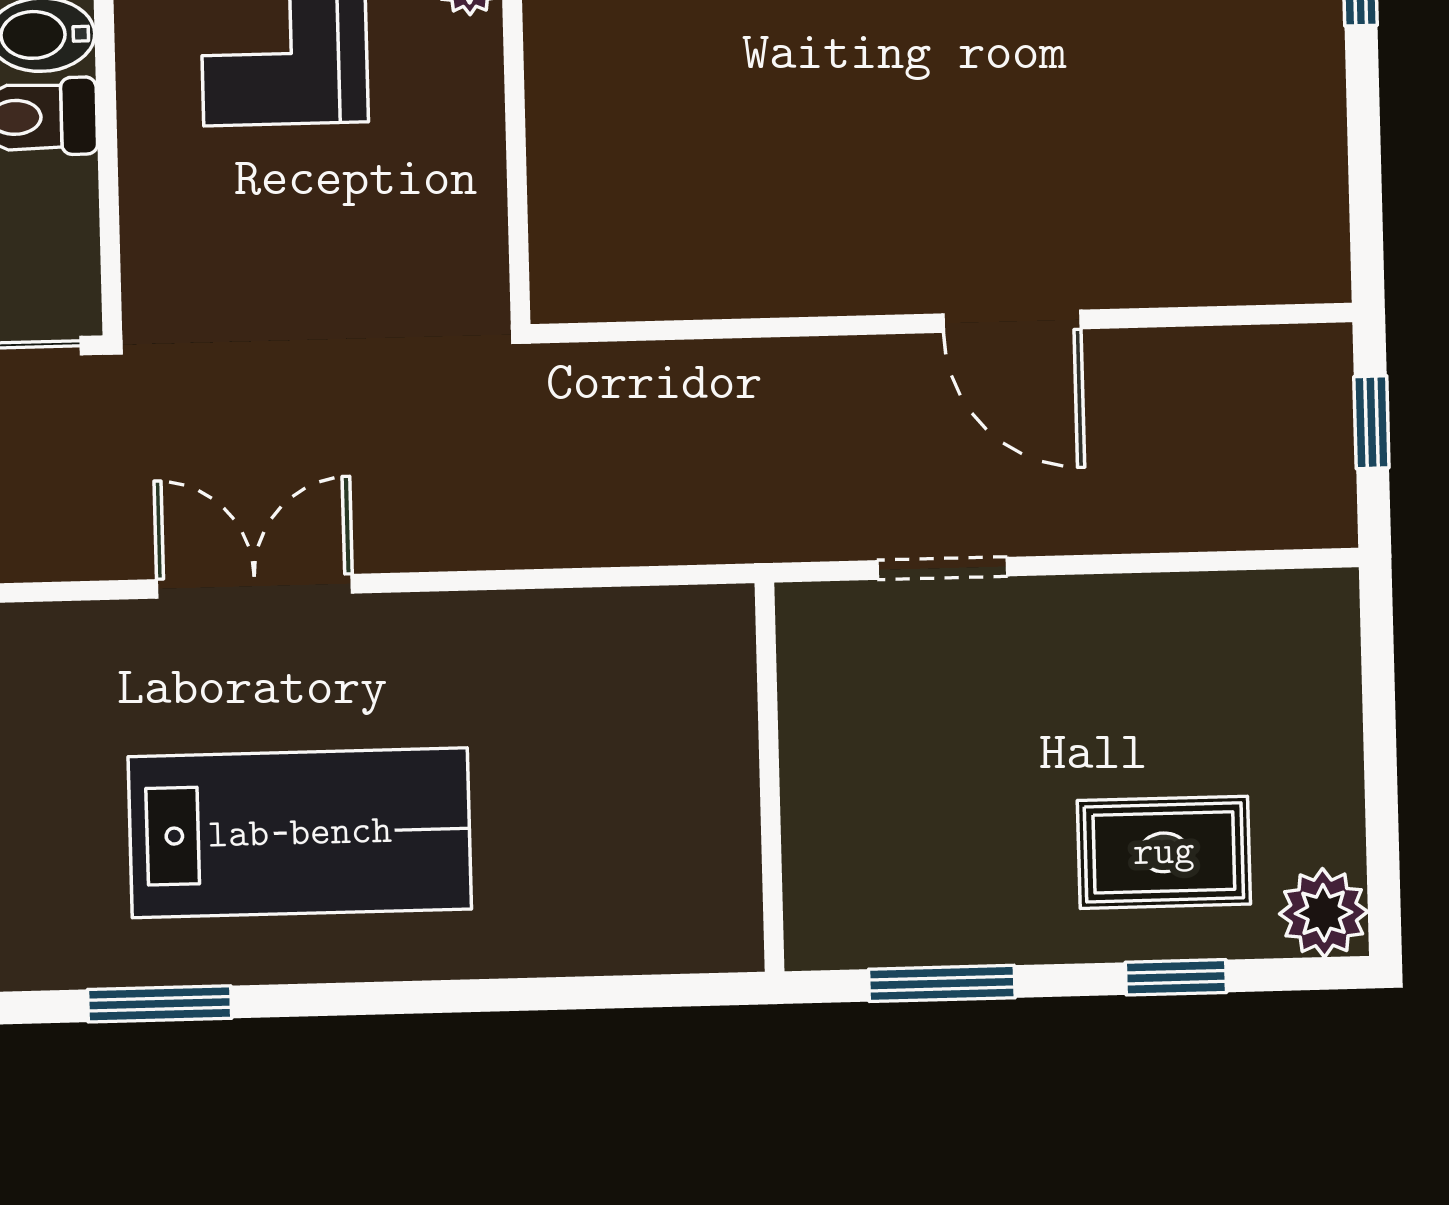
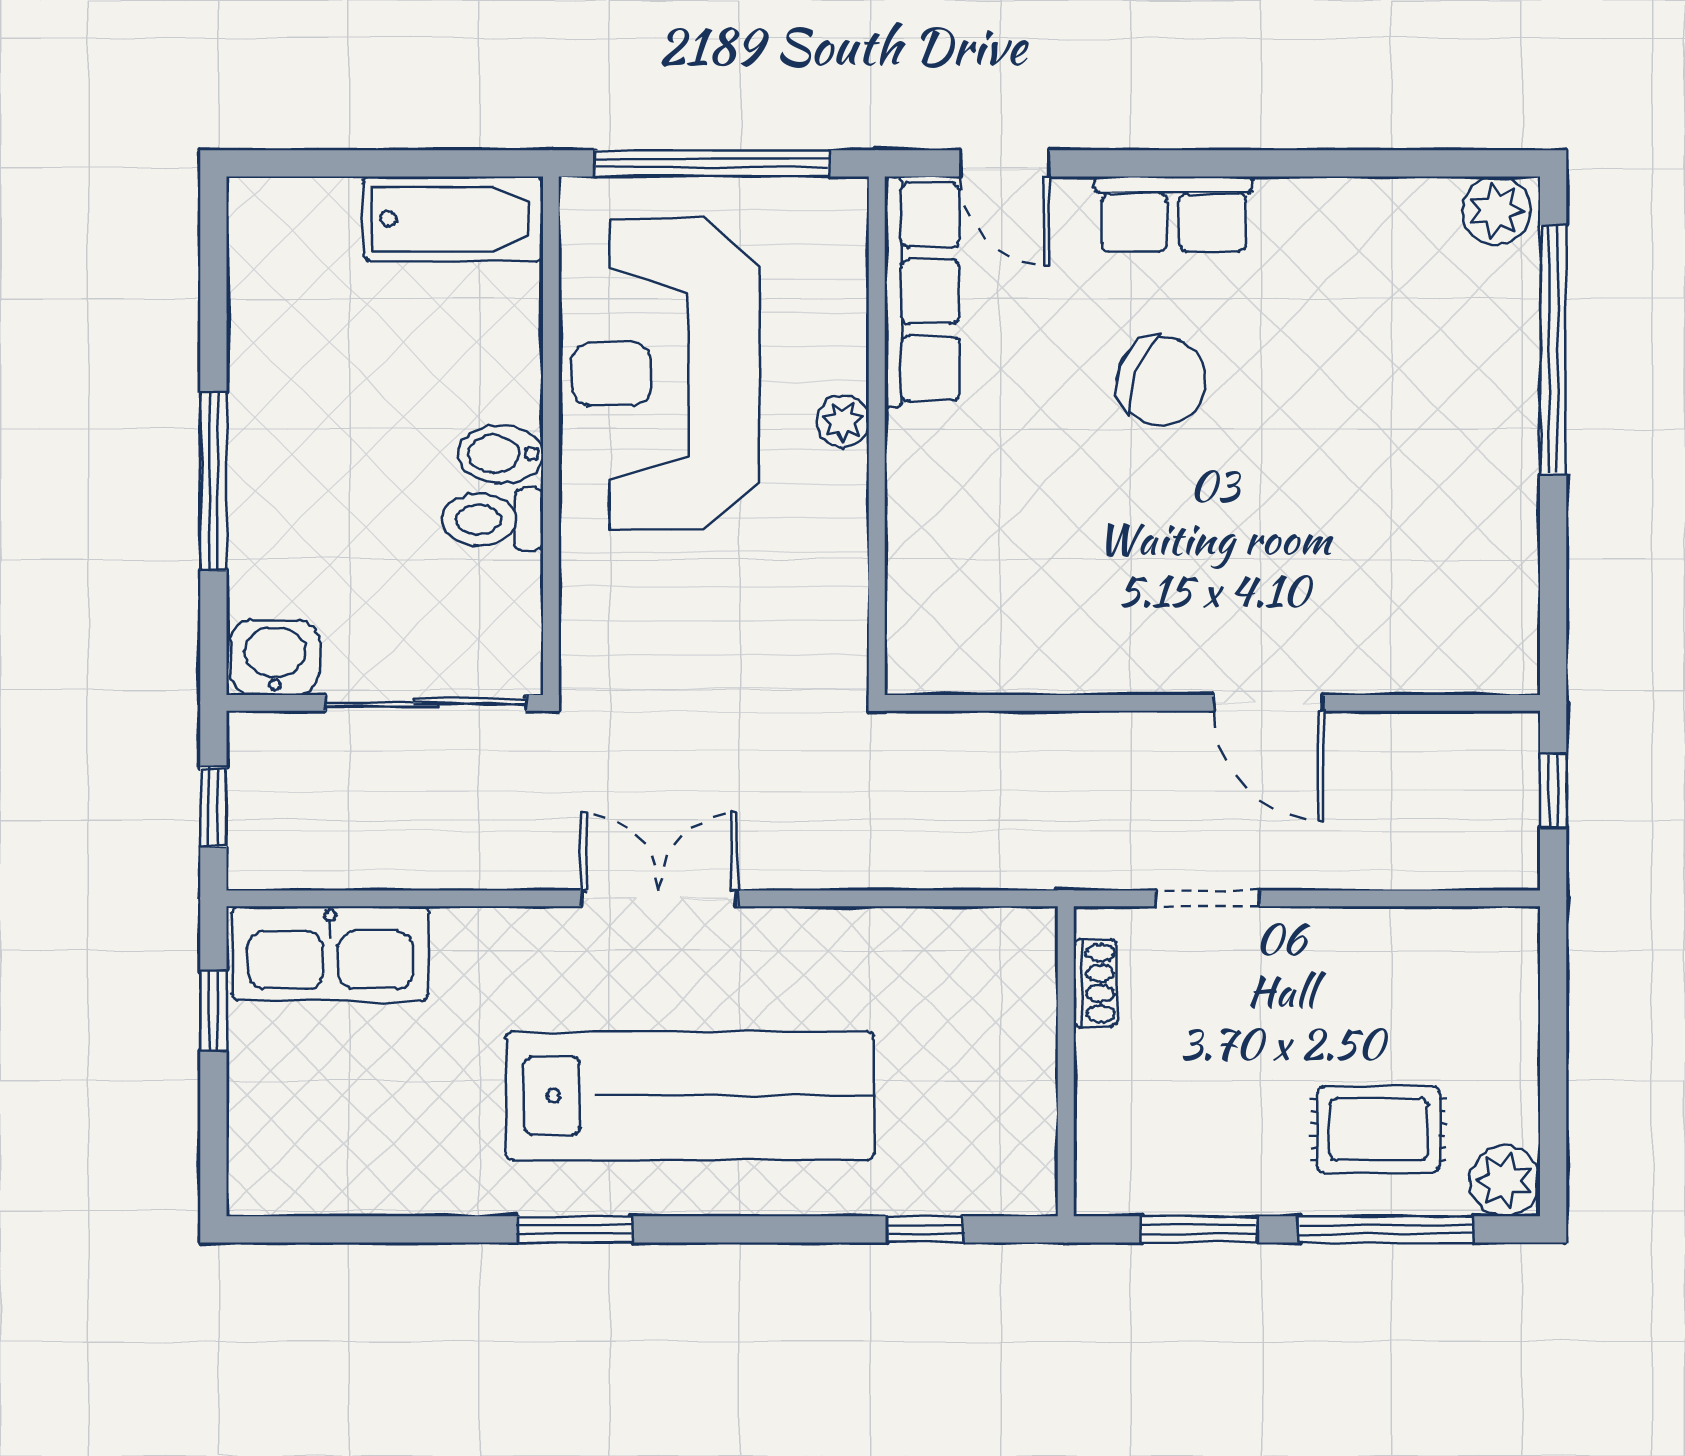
shoe rack: (804, 678) -> (1095, 983), added
lab bench: (300, 833) -> (690, 1096), width x1.36
window: (1176, 977) -> (1386, 1229), width x2.17
window: (599, 992) -> (925, 1229), added

